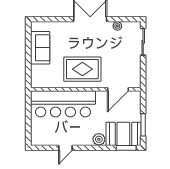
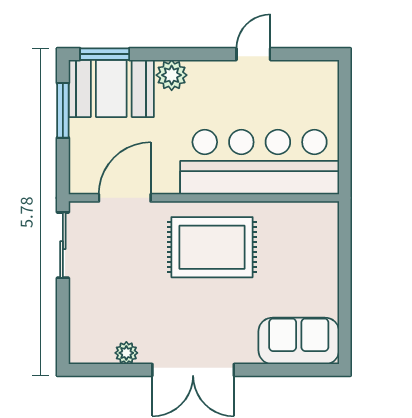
sliding door: (143, 42) -> (63, 245), moved
sofa: (40, 48) -> (299, 341), moved, turned 90

